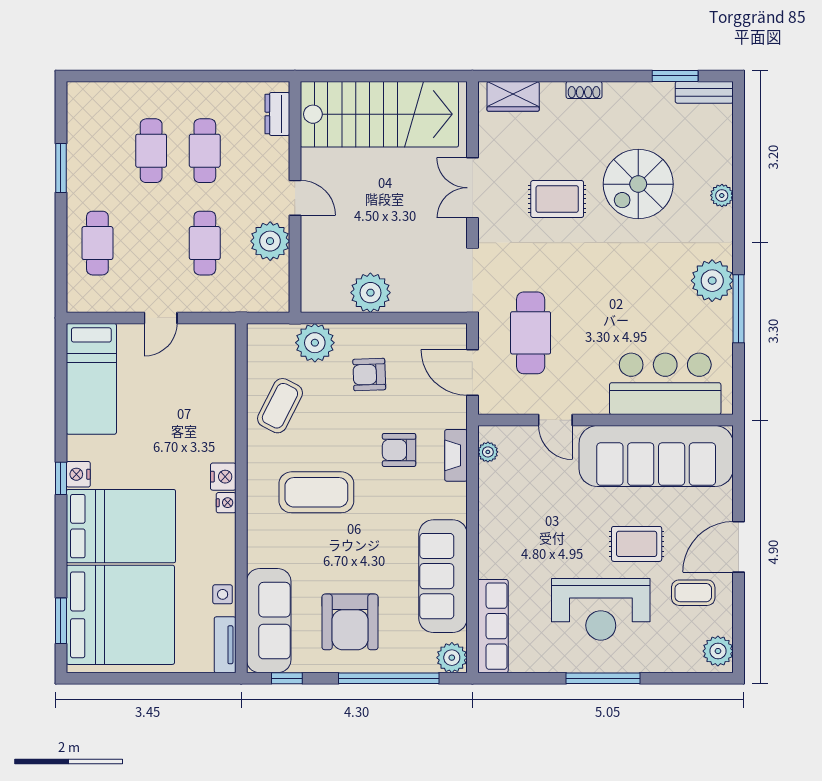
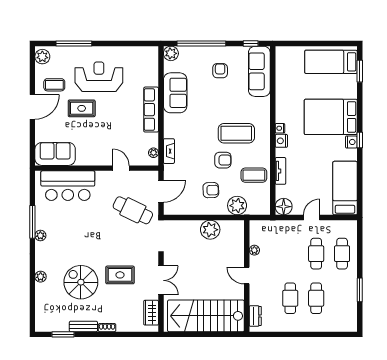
bench: (704, 92) -> (83, 326), moved
wardrobe: (513, 96) -> (151, 313), moved, turned -90
spiral stairs: (638, 184) -> (81, 282), turned -90
plant: (270, 241) -> (254, 250), width x0.53, depth x0.53
cafe table: (205, 243) -> (316, 254), moved
plant: (712, 281) -> (40, 236), width x0.53, depth x0.53
cafe table: (531, 333) -> (133, 210), turned -64
floor lamp: (218, 341) -> (284, 207), added
door: (472, 373) -> (161, 191), hinge flipped
coffee table: (280, 406) -> (254, 175), turned 63
armchair: (399, 450) -> (223, 160), moved
sofa: (656, 456) -> (55, 154), width x0.54, depth x0.79
sofa: (443, 576) -> (175, 93), width x0.73
side table: (223, 594) -> (282, 84), removed
bed: (120, 615) -> (331, 62), width x0.49
armchair: (350, 622) -> (220, 71), width x0.53, depth x0.53
row of seats: (493, 626) -> (151, 110), moved
tv unit: (225, 645) -> (280, 171), moved
window: (603, 678) -> (74, 43), moved

